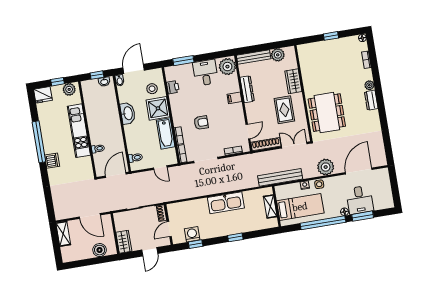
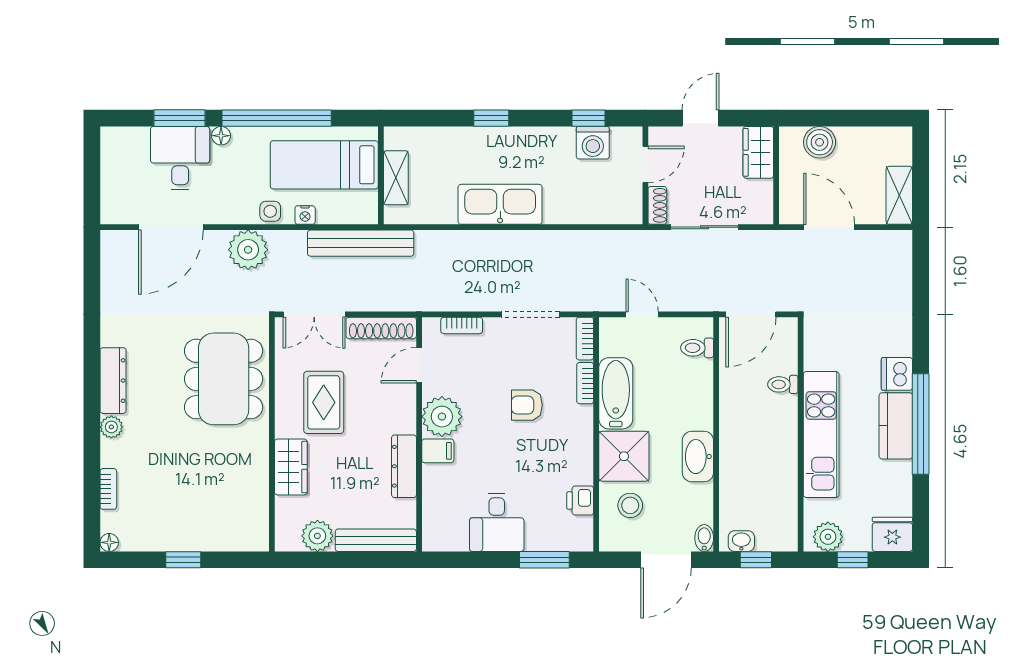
plant: (227, 67) -> (442, 417), moved
dresser: (371, 100) -> (113, 381), width x1.44
kitchen counter: (49, 139) -> (896, 426), added

